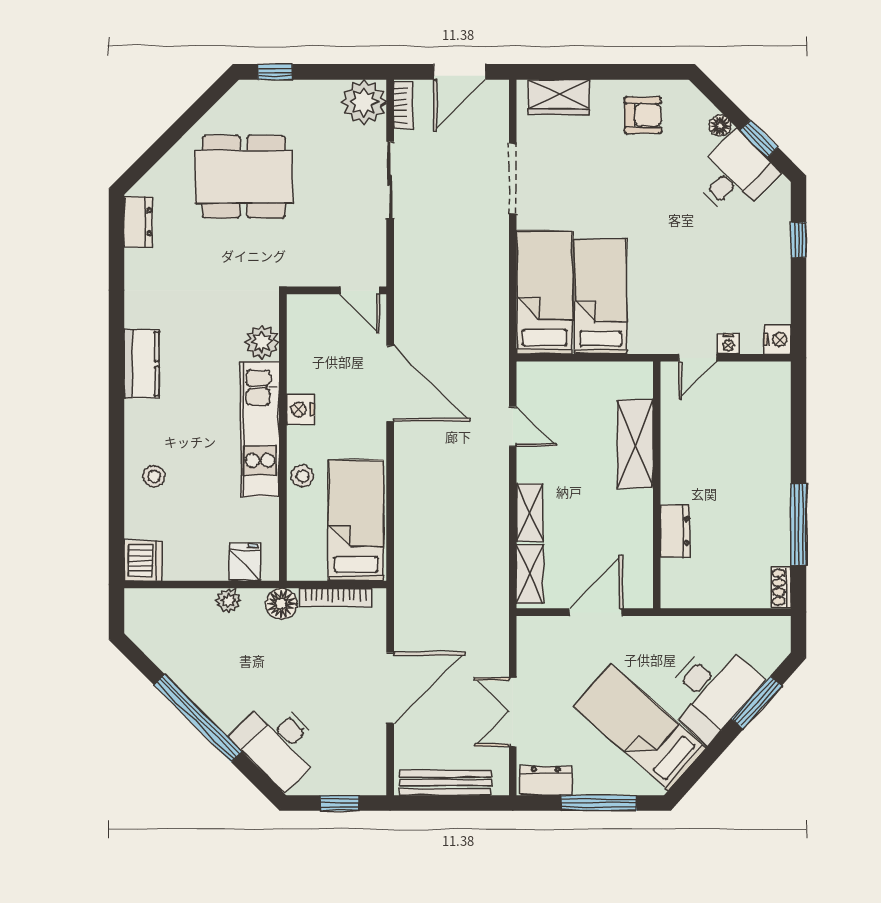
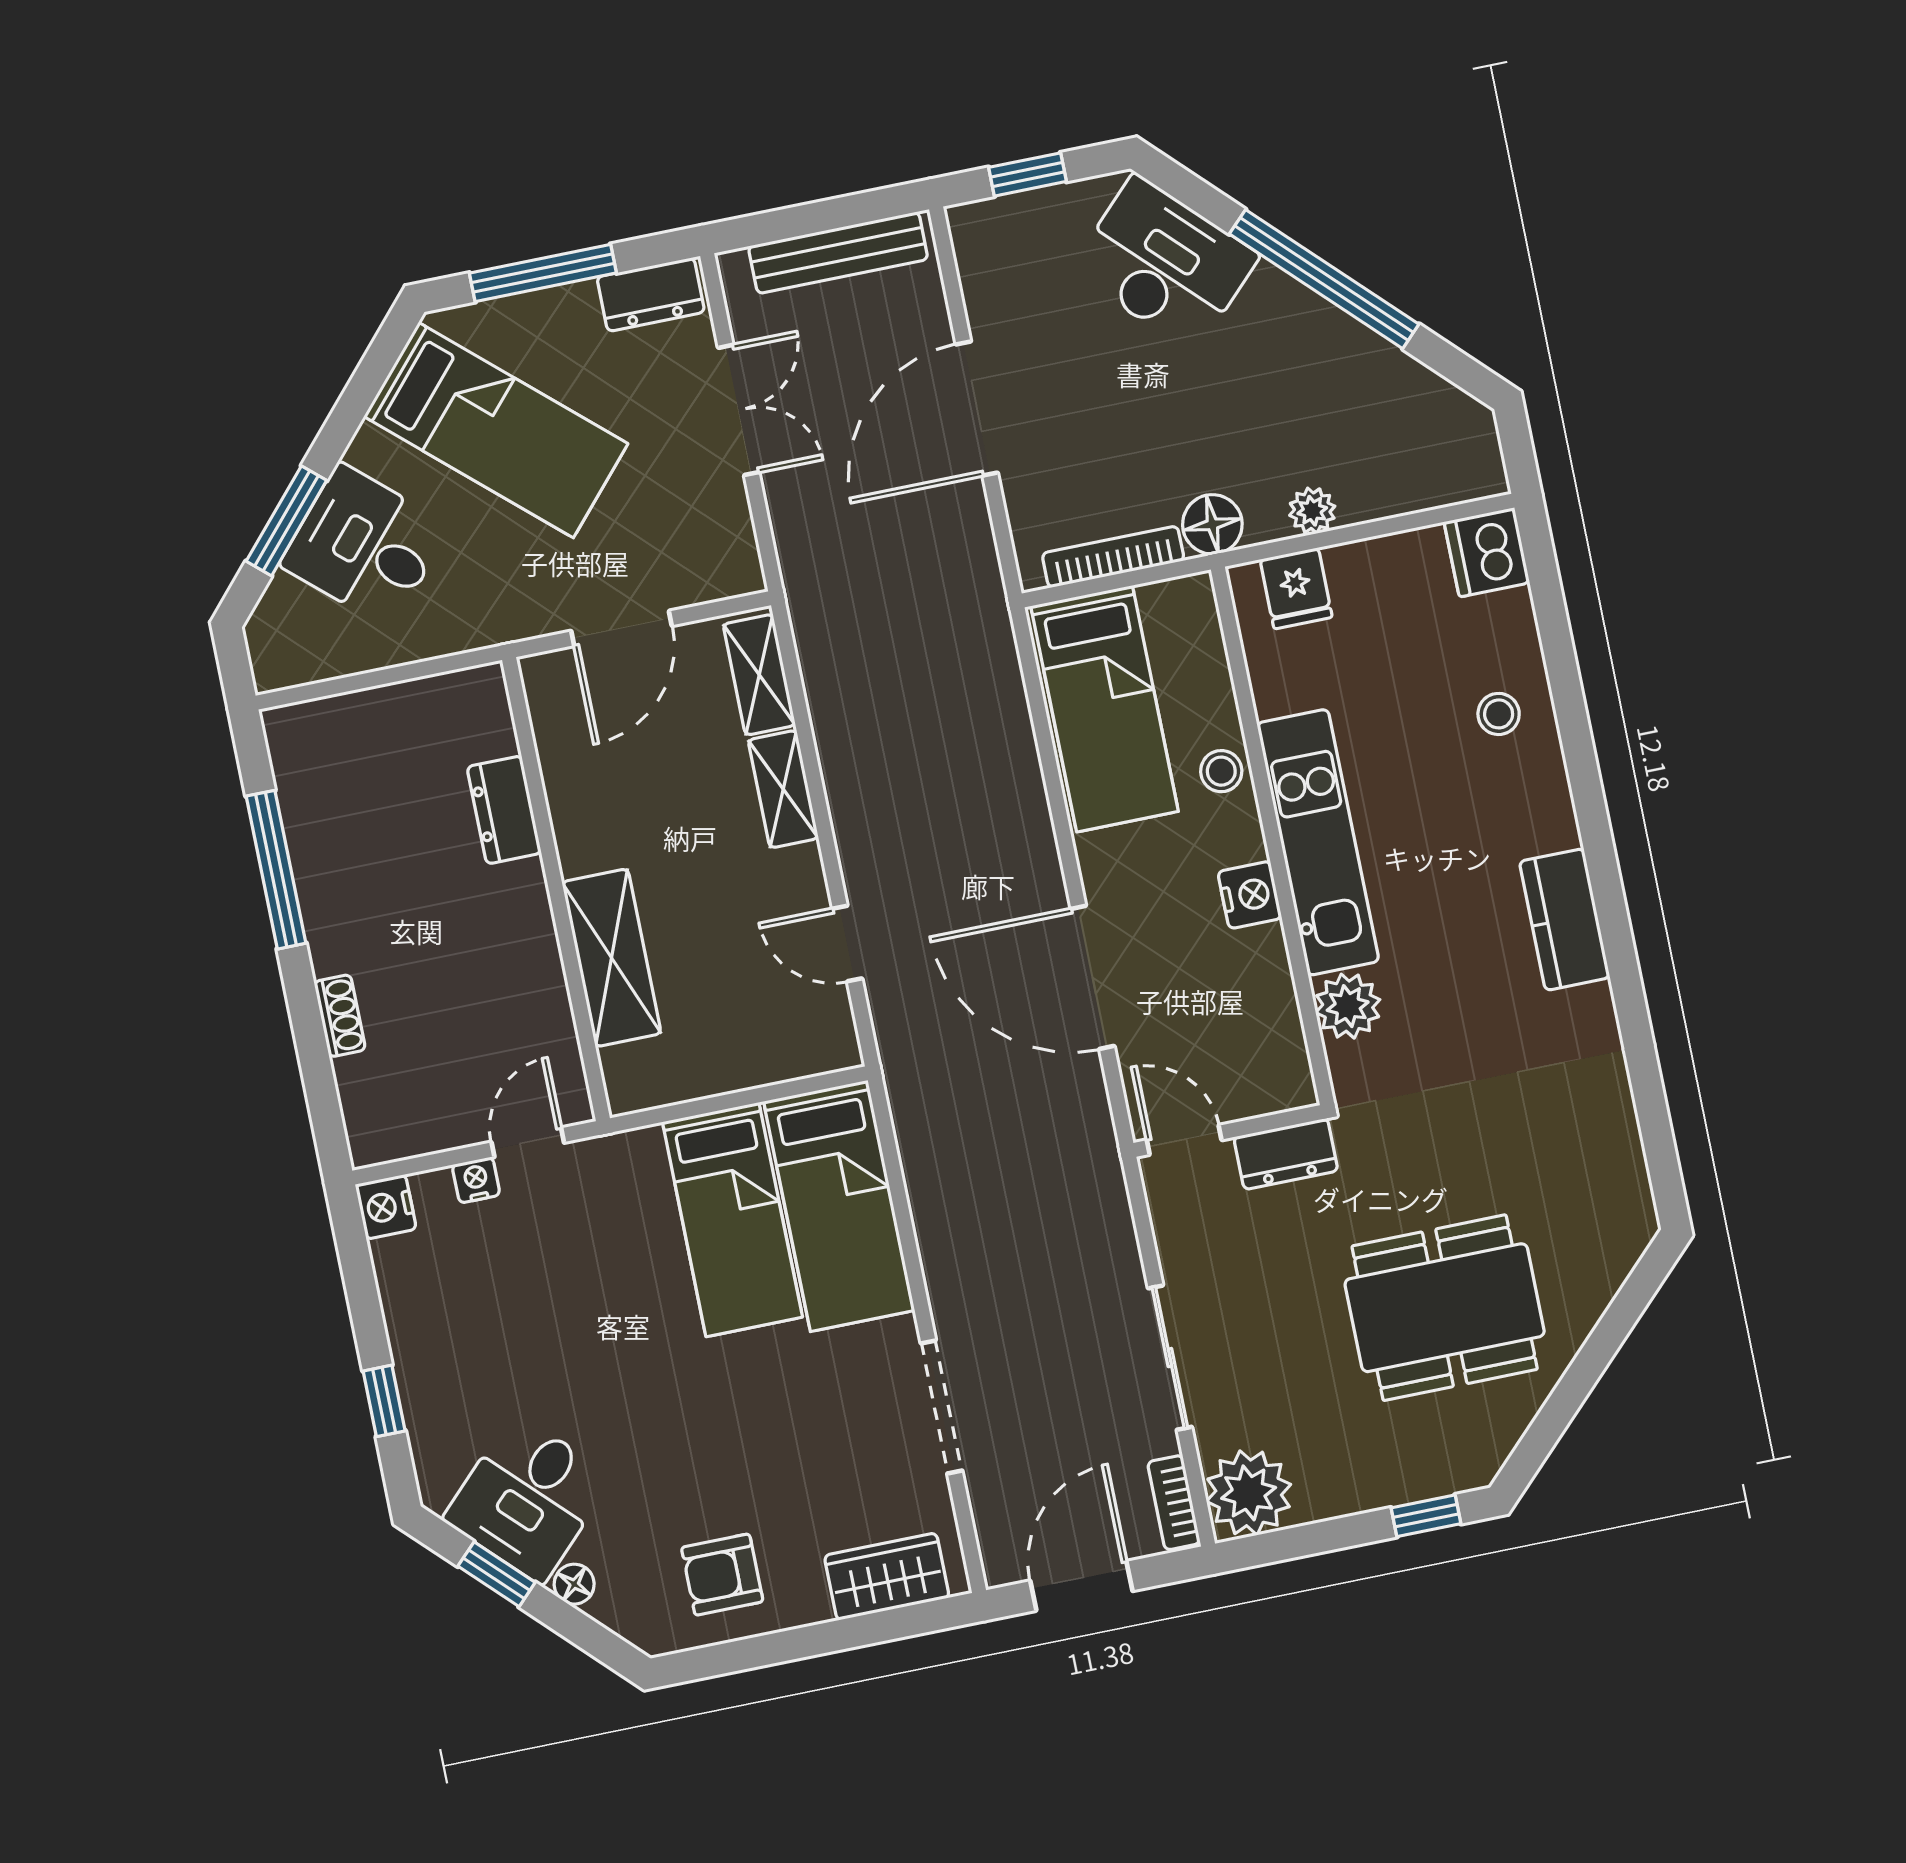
dresser: (138, 222) -> (1286, 1154), moved, turned -90
shoe rack: (781, 587) -> (340, 1016), moved
desk: (711, 690) -> (365, 546), width x0.73

